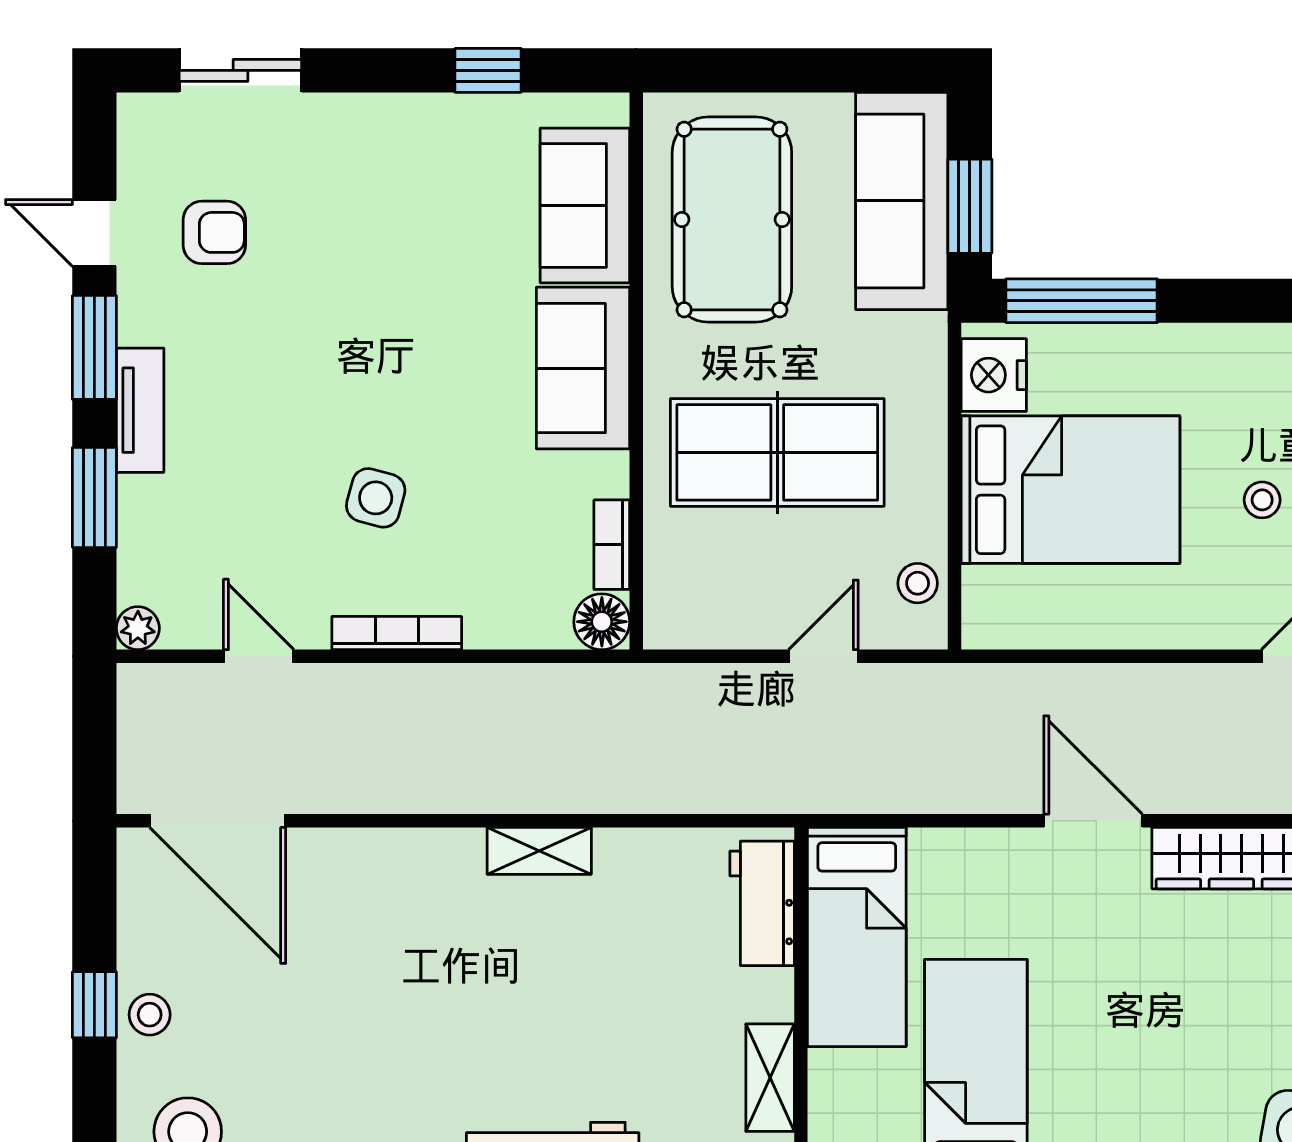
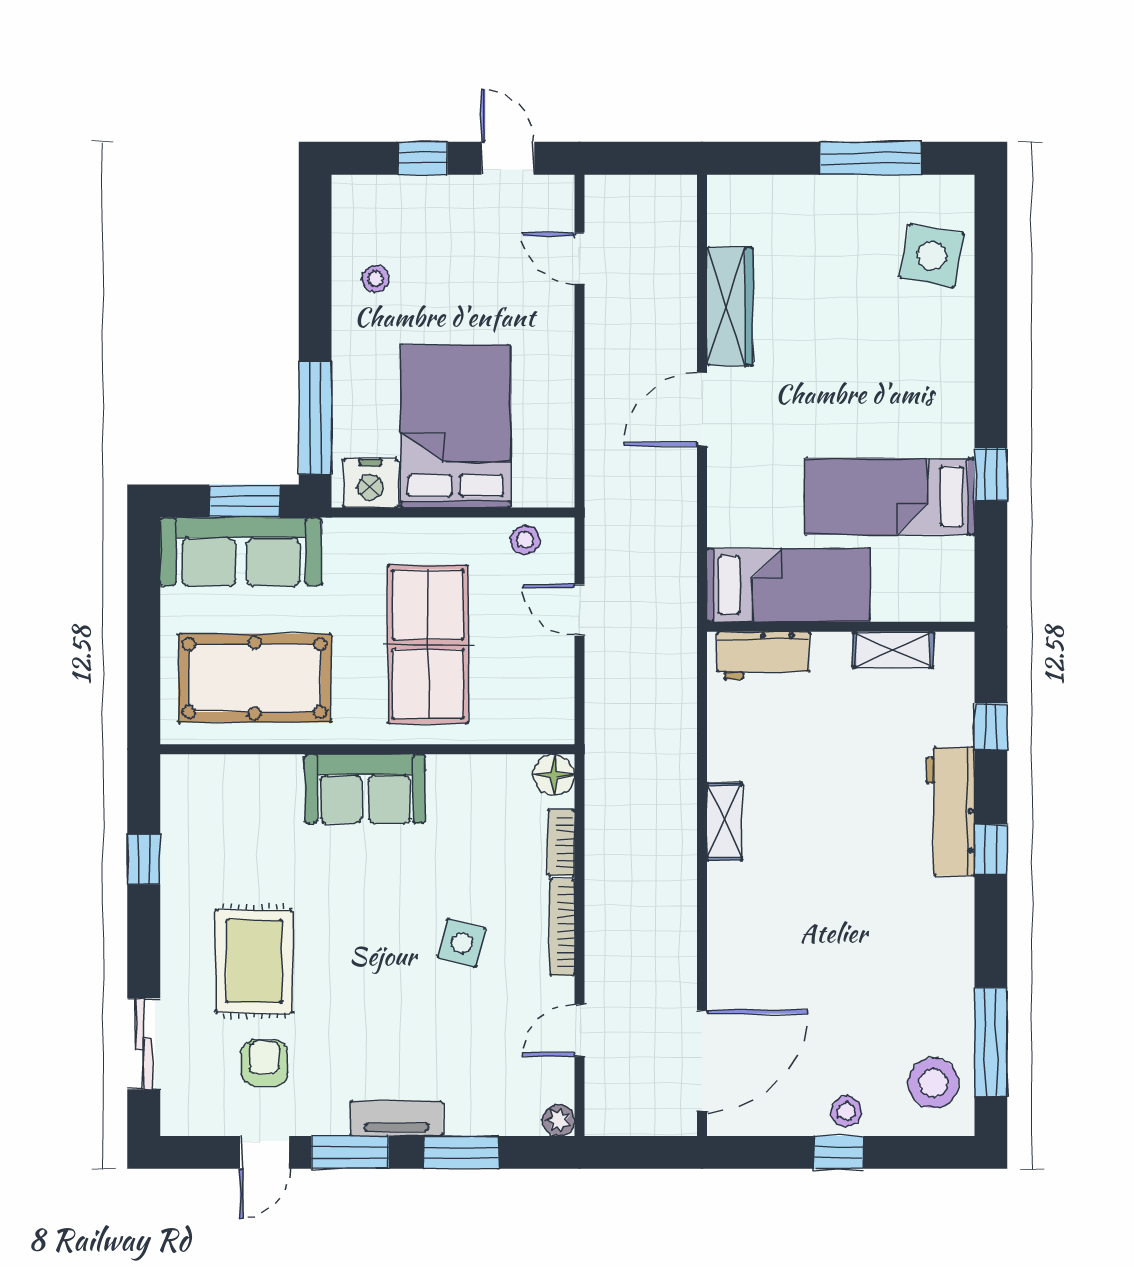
sofa: (585, 205) -> (244, 787), removed
rug: (351, 219) -> (254, 961), added
stool: (1262, 500) -> (376, 279), moved
bookcase: (612, 545) -> (561, 843), moved, turned 90

